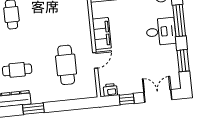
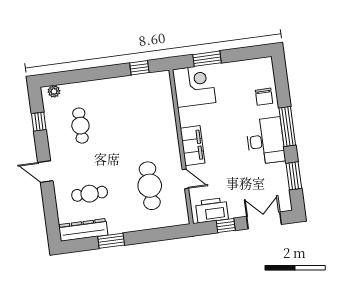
desk: (161, 32) -> (265, 141), width x1.37
door: (95, 60) -> (185, 179), hinge flipped
printer: (110, 90) -> (212, 210), width x1.87, depth x1.48

